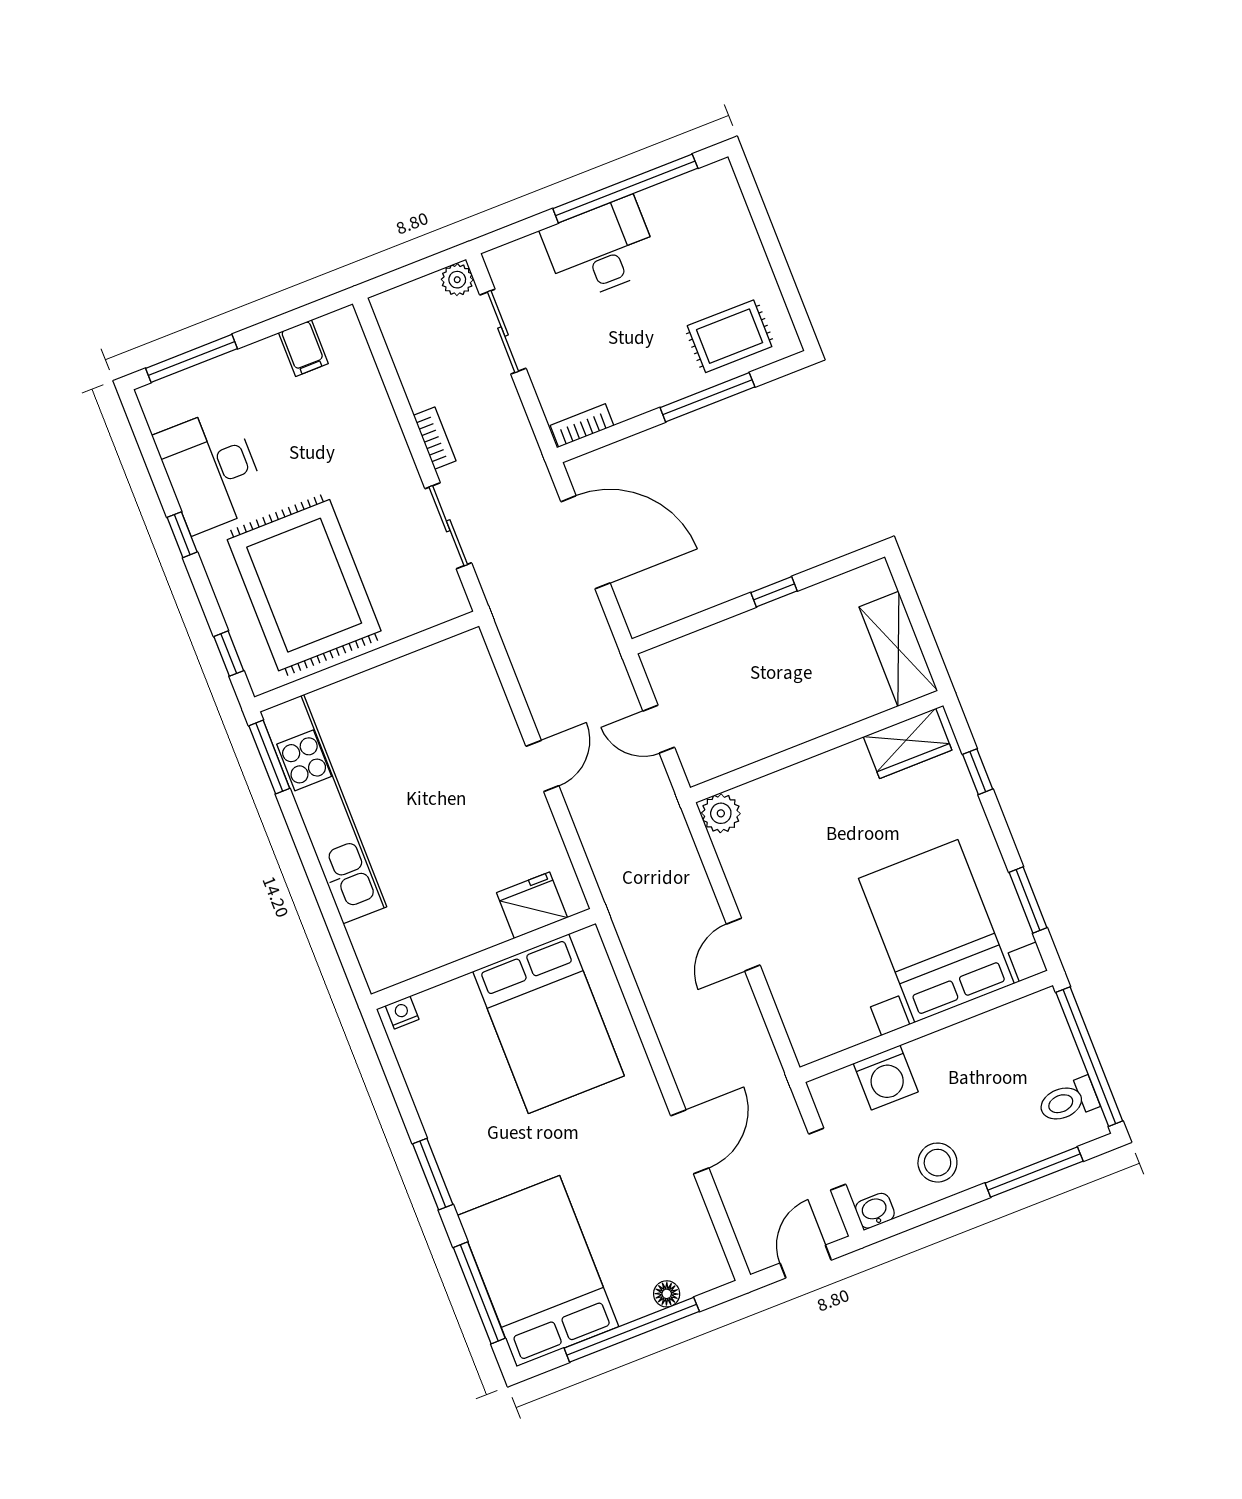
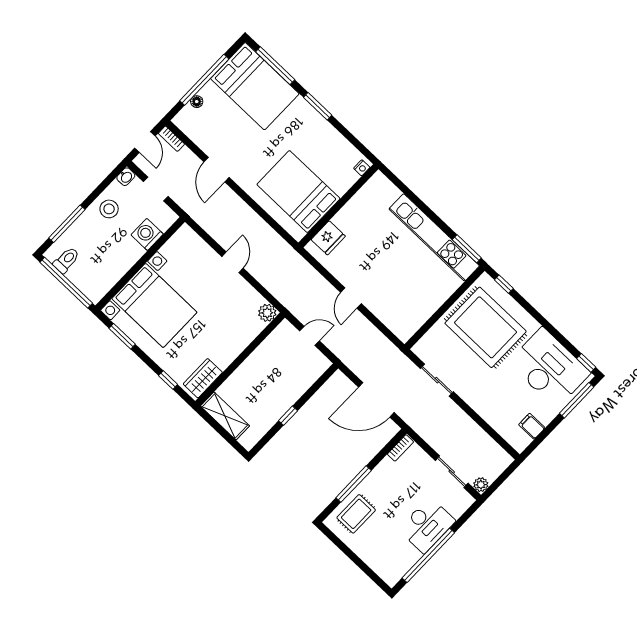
bookcase: (435, 438) -> (171, 139), moved
desk: (211, 470) -> (549, 368), width x1.36, depth x1.30
window: (182, 535) -> (586, 363), moved

